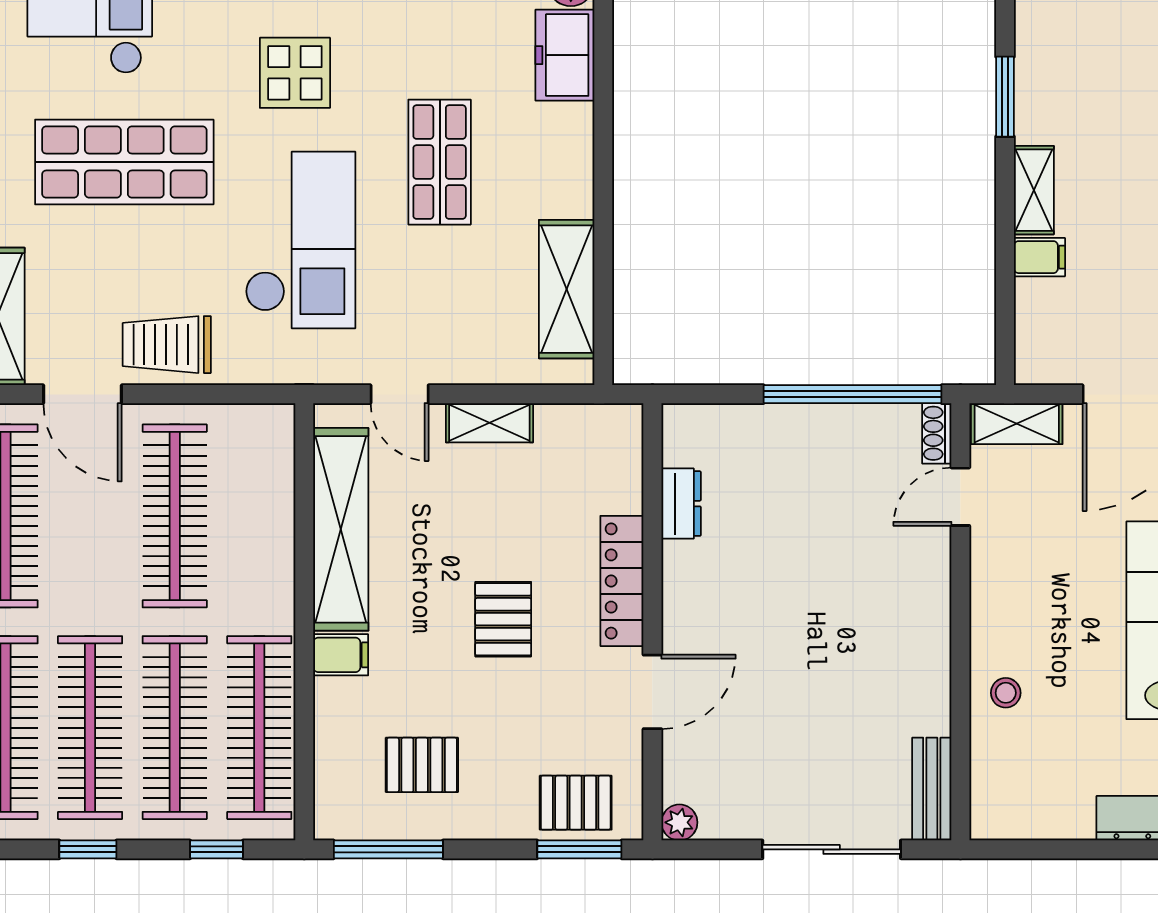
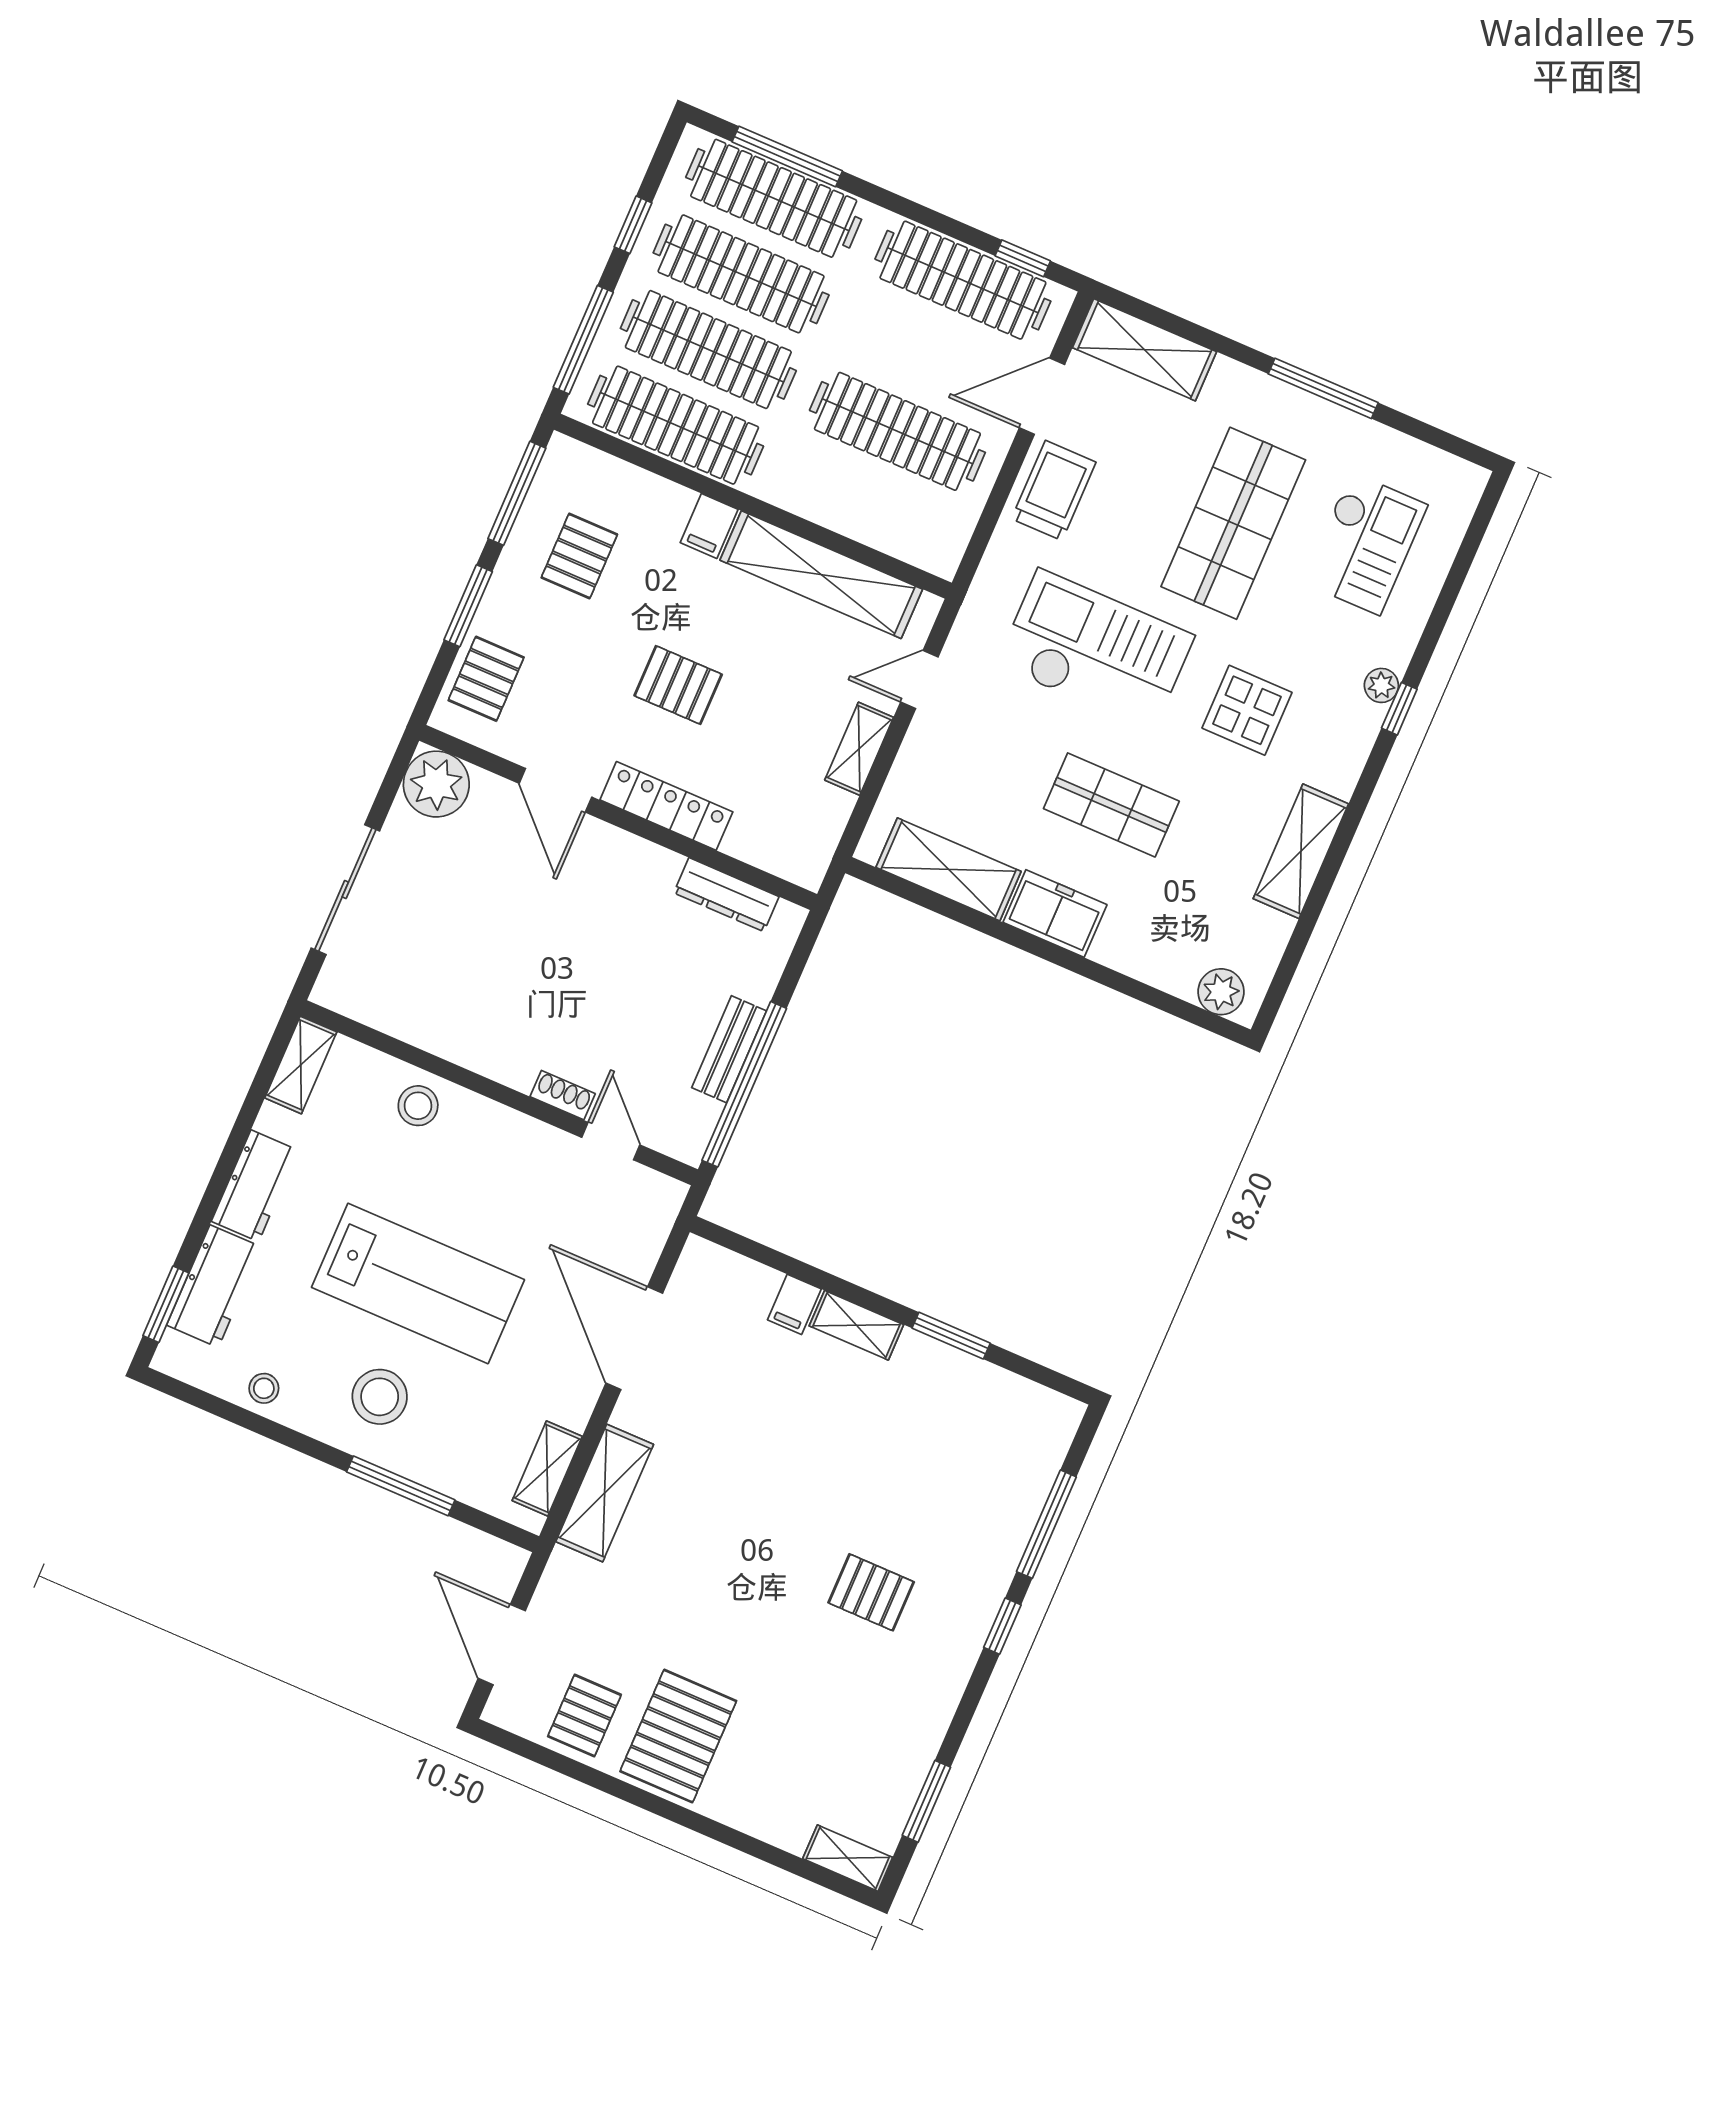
freezer: (565, 55) -> (1055, 914), moved
checkout: (300, 240) -> (1095, 650), turned 180
shelving: (1017, 424) -> (301, 1065), moved
shoe rack: (937, 433) -> (563, 1095), moved
dresser: (681, 504) -> (726, 895), width x1.44
stool: (1006, 693) -> (418, 1106), width x1.37, depth x1.37
bench: (932, 789) -> (729, 1049), moved, turned 90
plant: (679, 822) -> (436, 784), width x1.88, depth x1.88
window: (217, 849) -> (583, 340), width x2.17
window: (579, 849) -> (468, 606), moved

